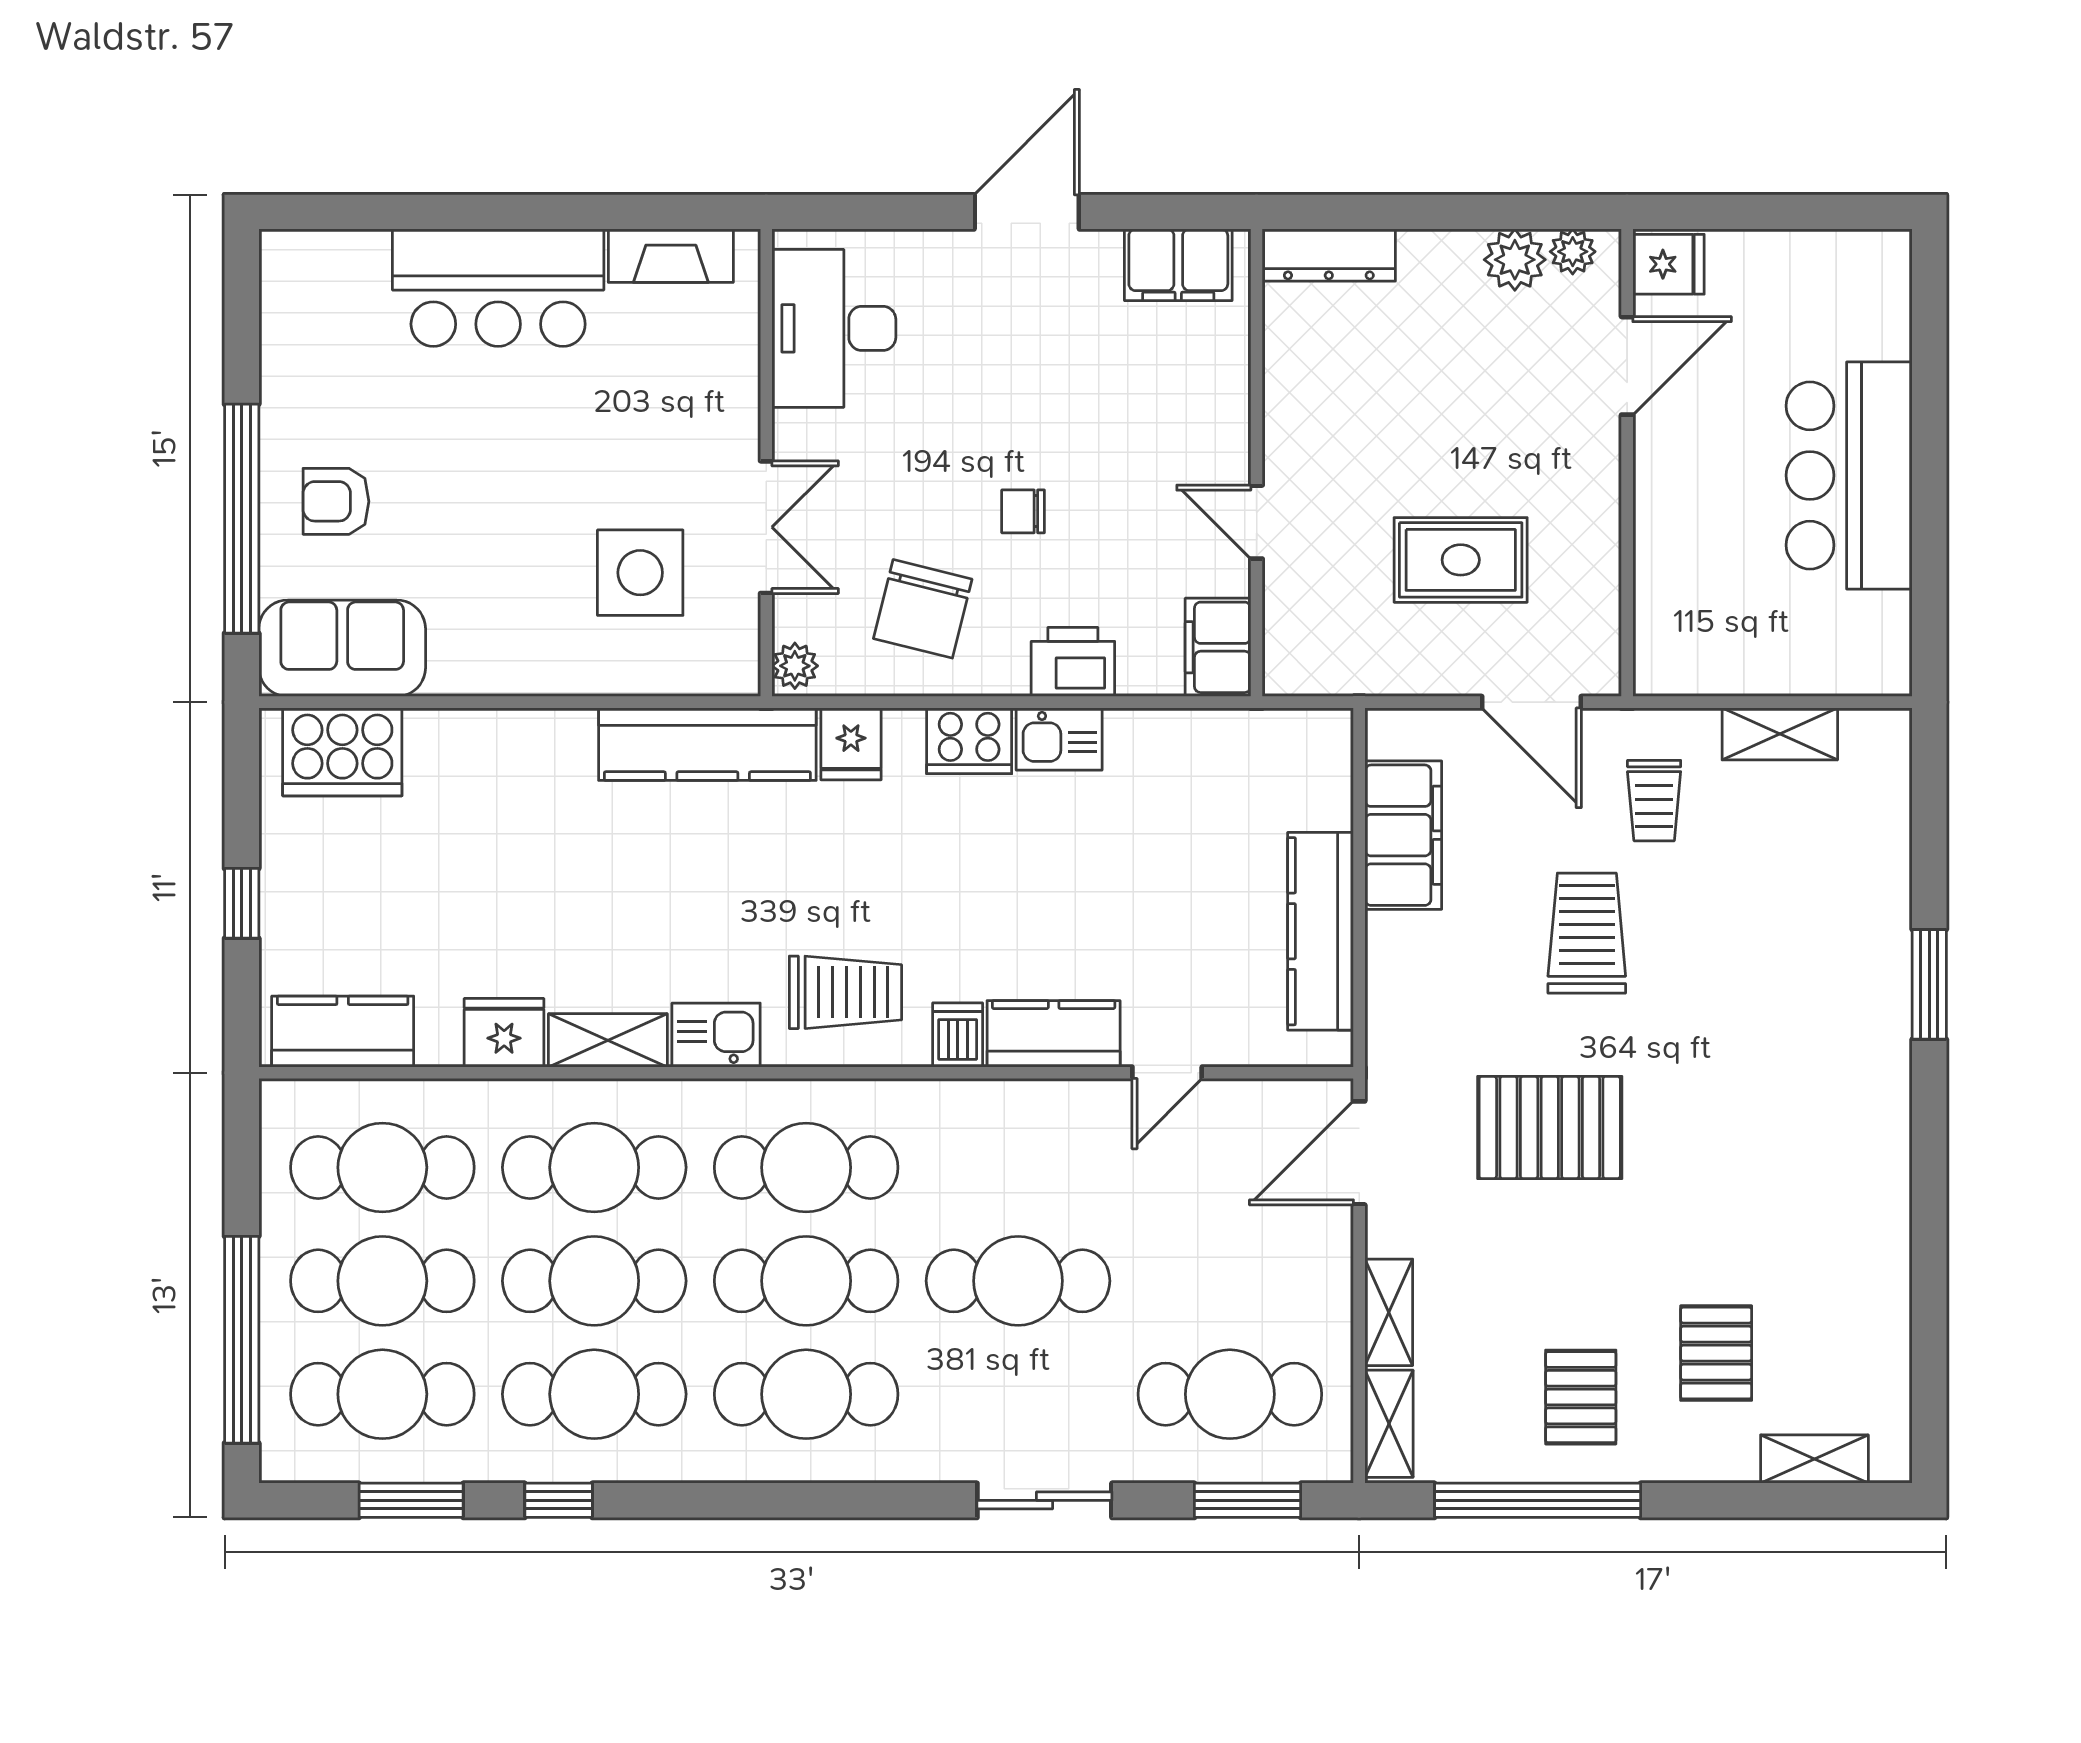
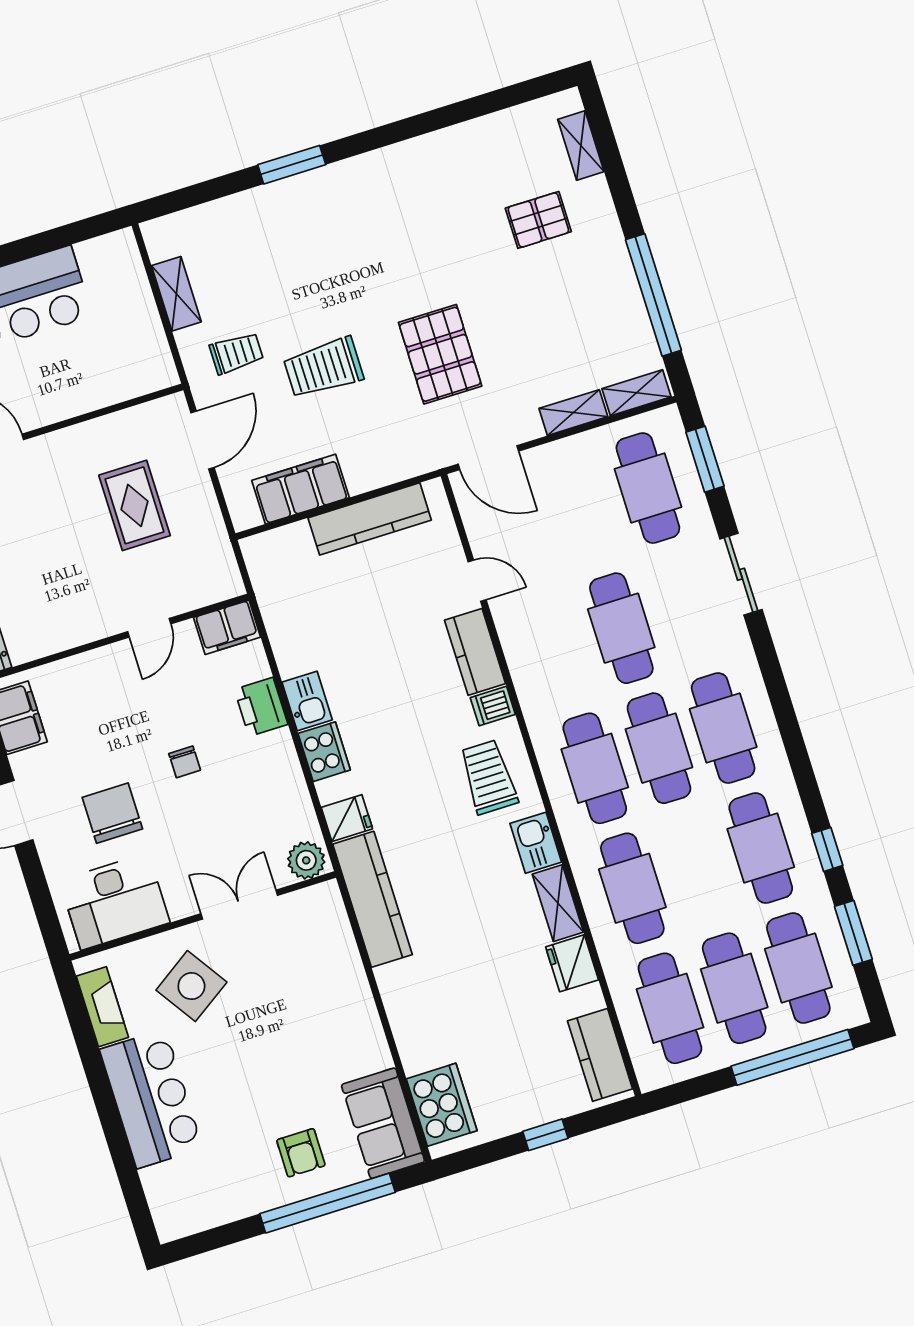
side table: (640, 573) -> (191, 986), moved, turned -34
chair: (923, 609) -> (112, 813), moved, turned -104
plant: (795, 666) -> (306, 860), width x1.38, depth x1.38
cafe table: (594, 1281) -> (697, 868), removed
pallet: (1581, 1397) -> (587, 289), removed

